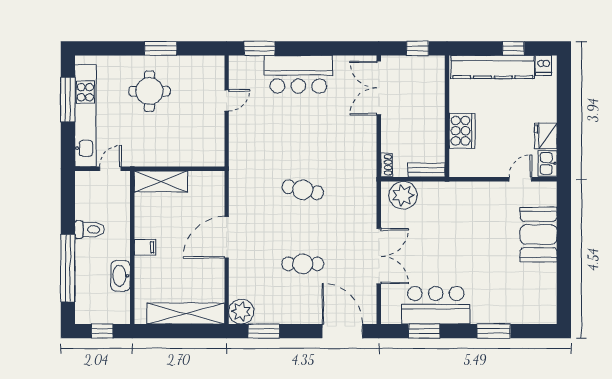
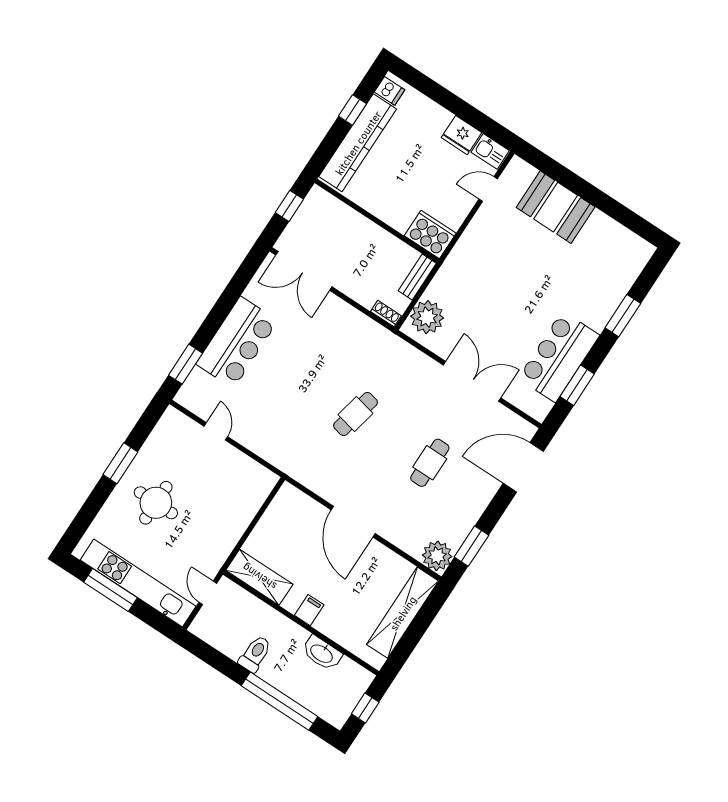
cooker: (462, 131) -> (430, 234), moved
door: (520, 179) -> (488, 189), hinge flipped
shelving: (161, 181) -> (259, 577), moved, turned 90

